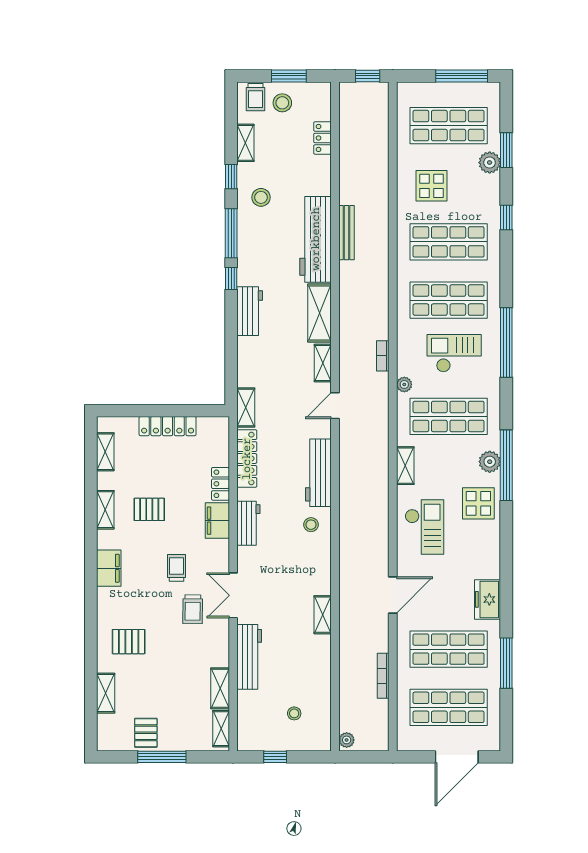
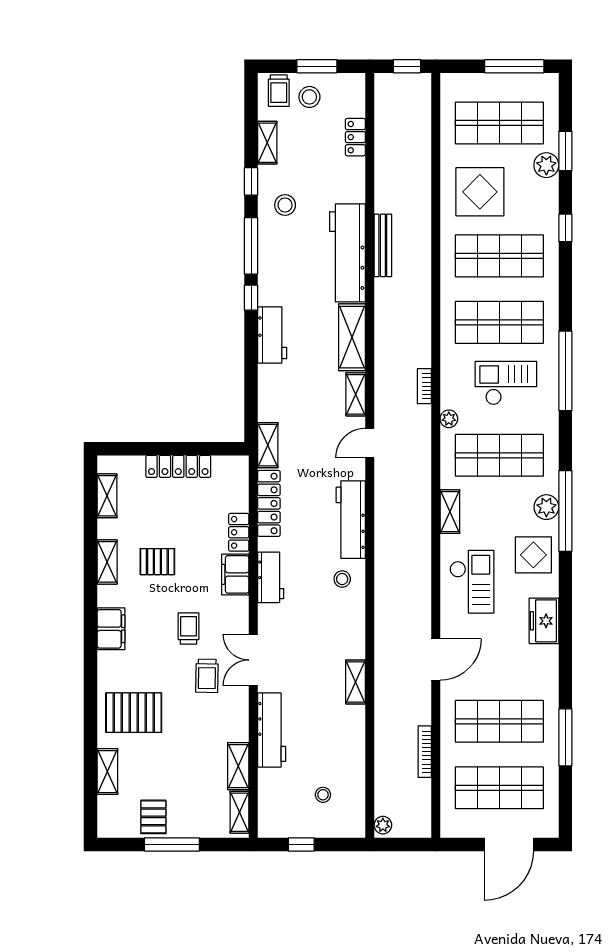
display table: (431, 186) -> (480, 192), width x1.36, depth x1.36
freezer: (488, 599) -> (544, 621), moved
pallet: (129, 642) -> (134, 713), width x1.50, depth x1.42

